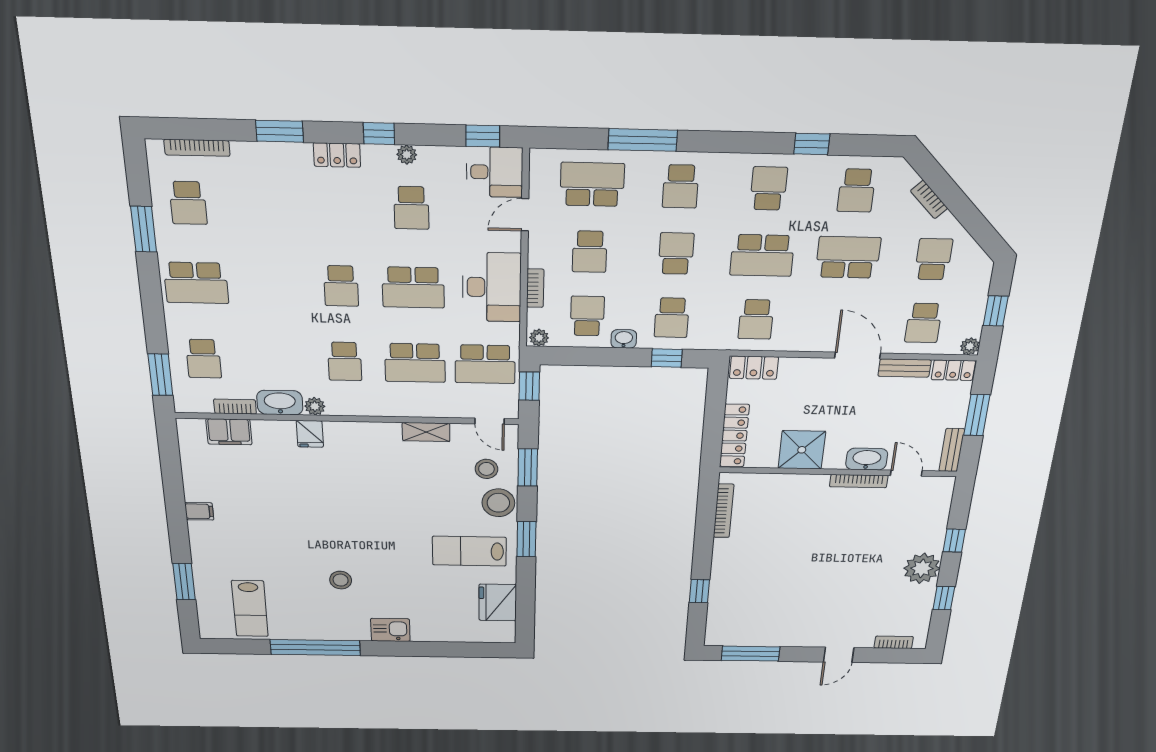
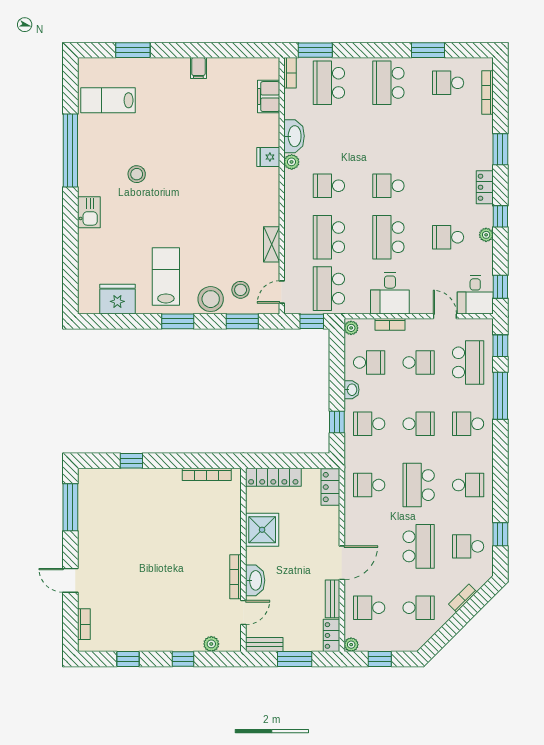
window: (569, 138) -> (500, 346), added
window: (812, 144) -> (500, 534), moved
school desk: (590, 252) -> (419, 362), turned 180
desk: (492, 287) -> (390, 293), width x0.73
school desk: (203, 359) -> (329, 83), width x1.85
bookcase: (235, 407) -> (290, 73), moved
plant: (922, 568) -> (211, 644), moved, width x0.53, depth x0.53

